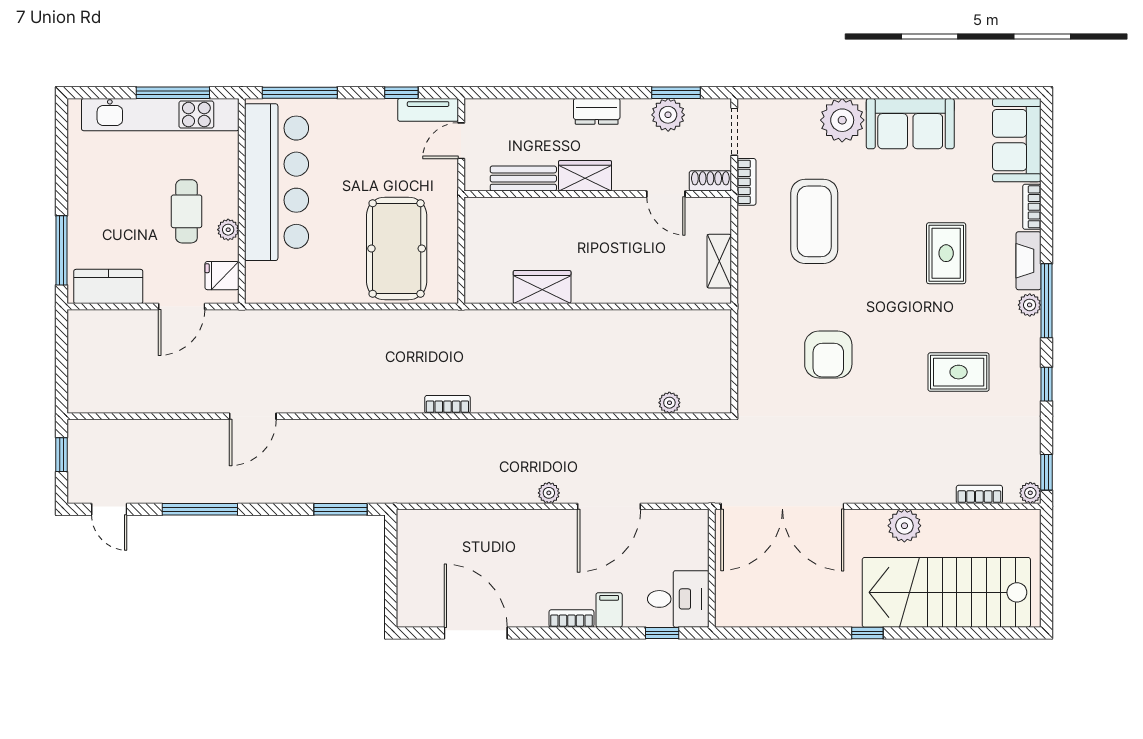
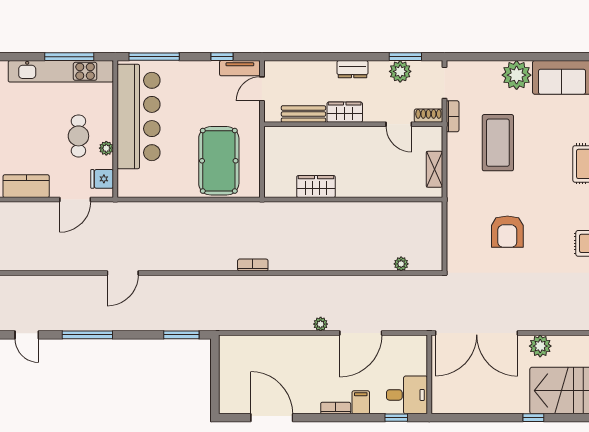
plant: (904, 526) -> (540, 346), moved

